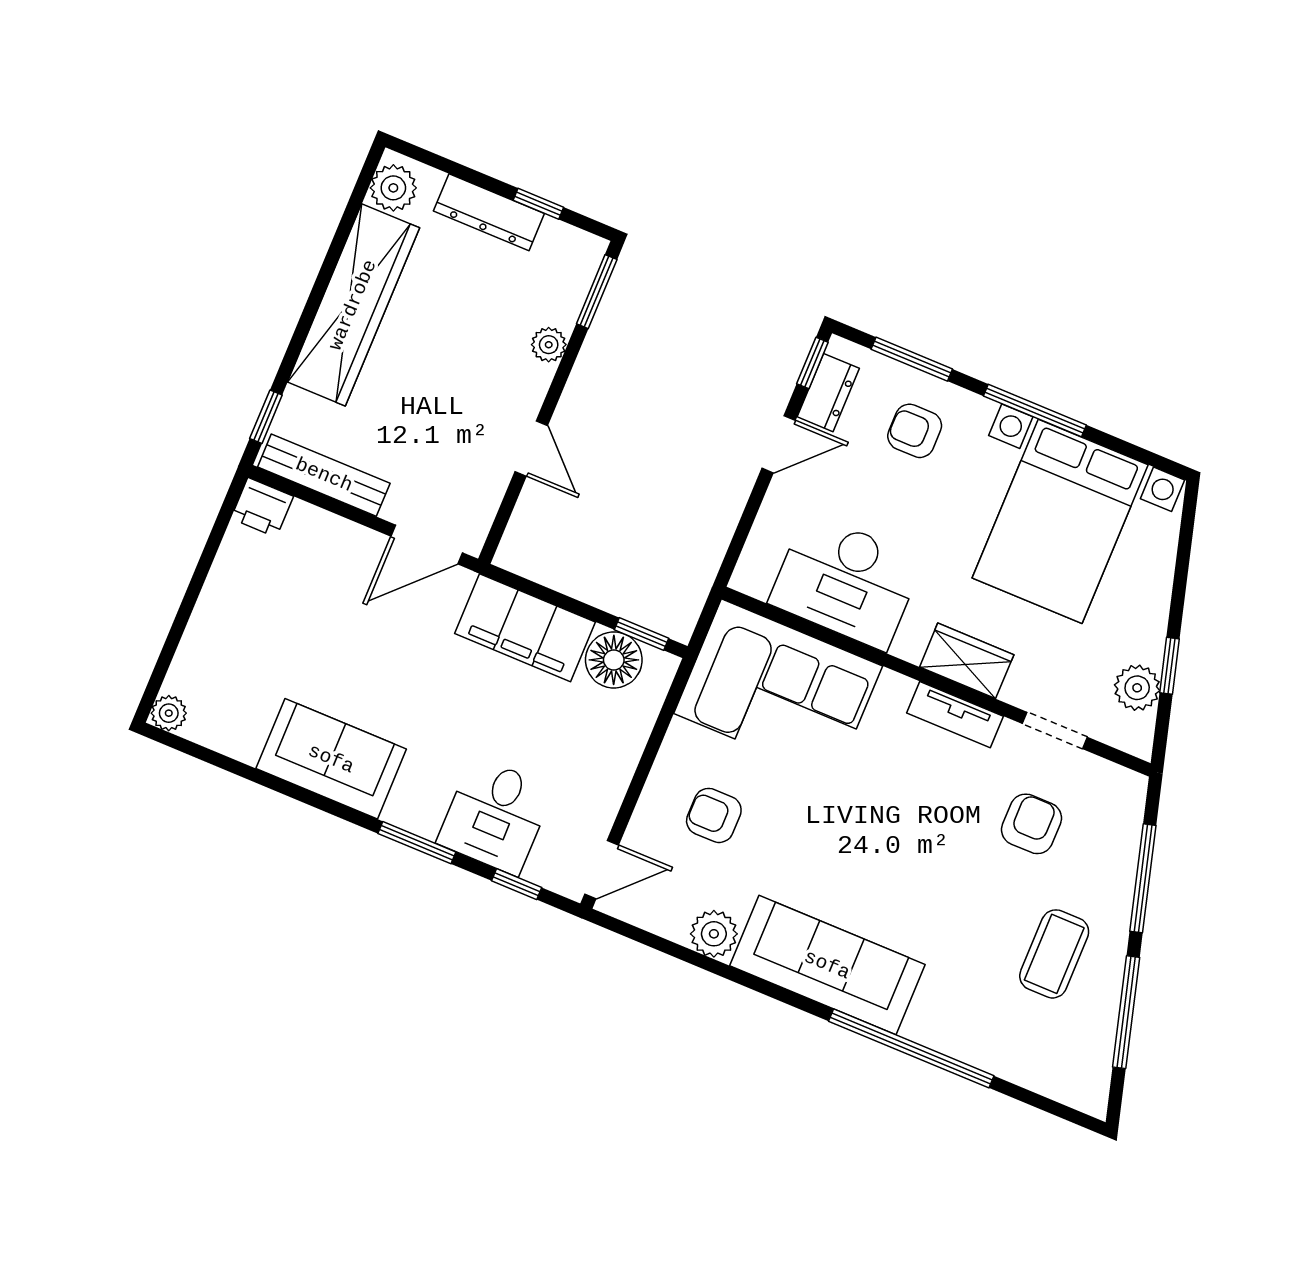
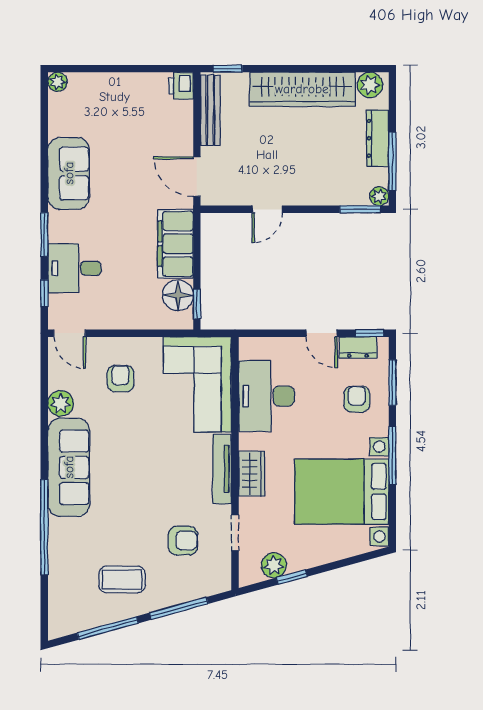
window: (538, 204) -> (392, 161), width x2.17
plant: (549, 345) -> (379, 196), moved
tv unit: (955, 715) -> (222, 469), width x1.41

